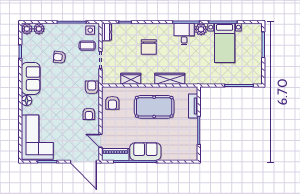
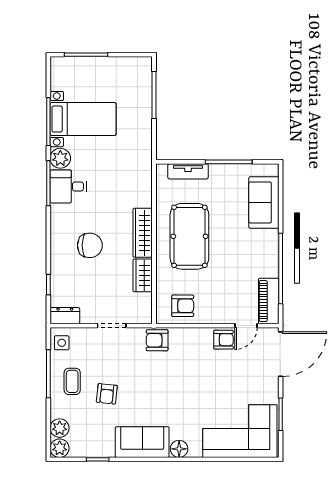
coffee table: (87, 46) -> (72, 381), moved
wardrobe: (170, 79) -> (143, 233), moved
armchair: (89, 114) -> (224, 340), moved
sofa: (145, 152) -> (264, 202), moved

